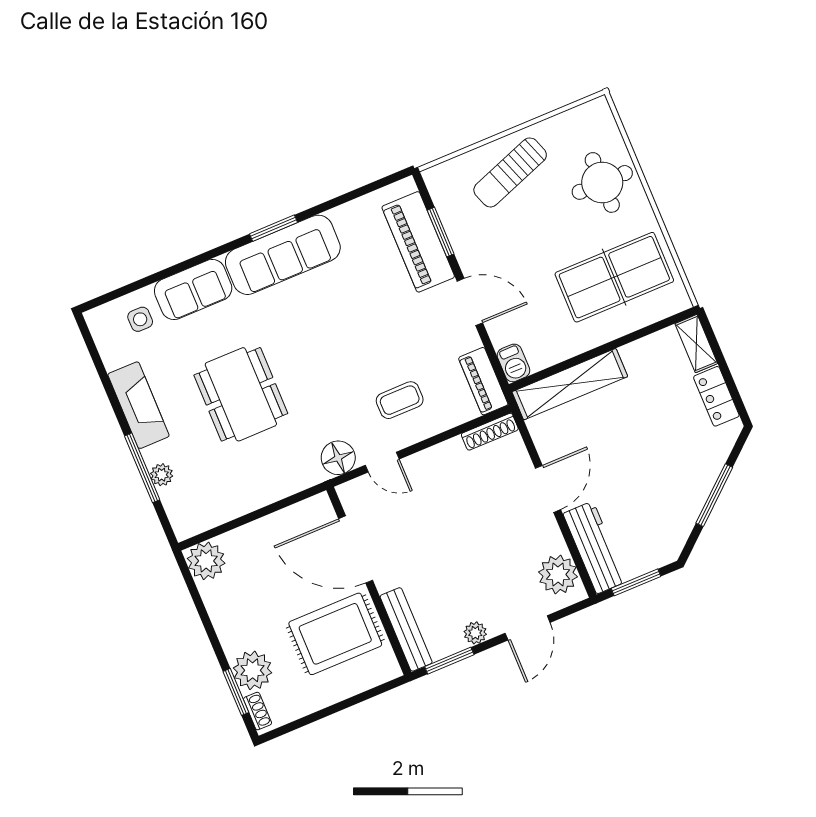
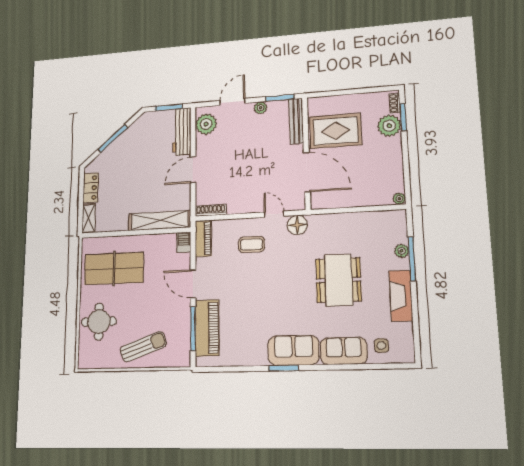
window: (441, 232) -> (193, 329), width x1.44
sofa: (283, 255) -> (293, 350), width x0.73
plant: (206, 561) -> (399, 199), width x0.53, depth x0.53

